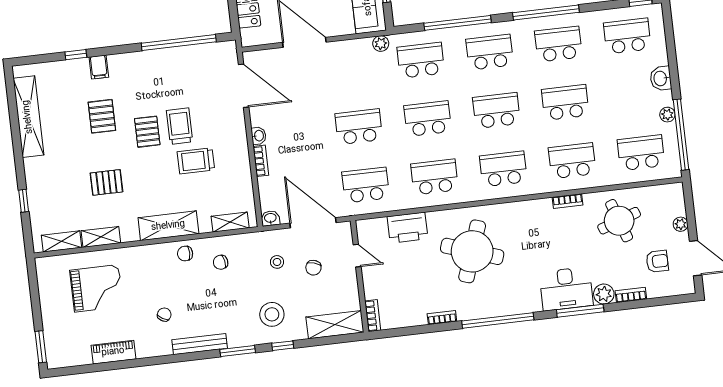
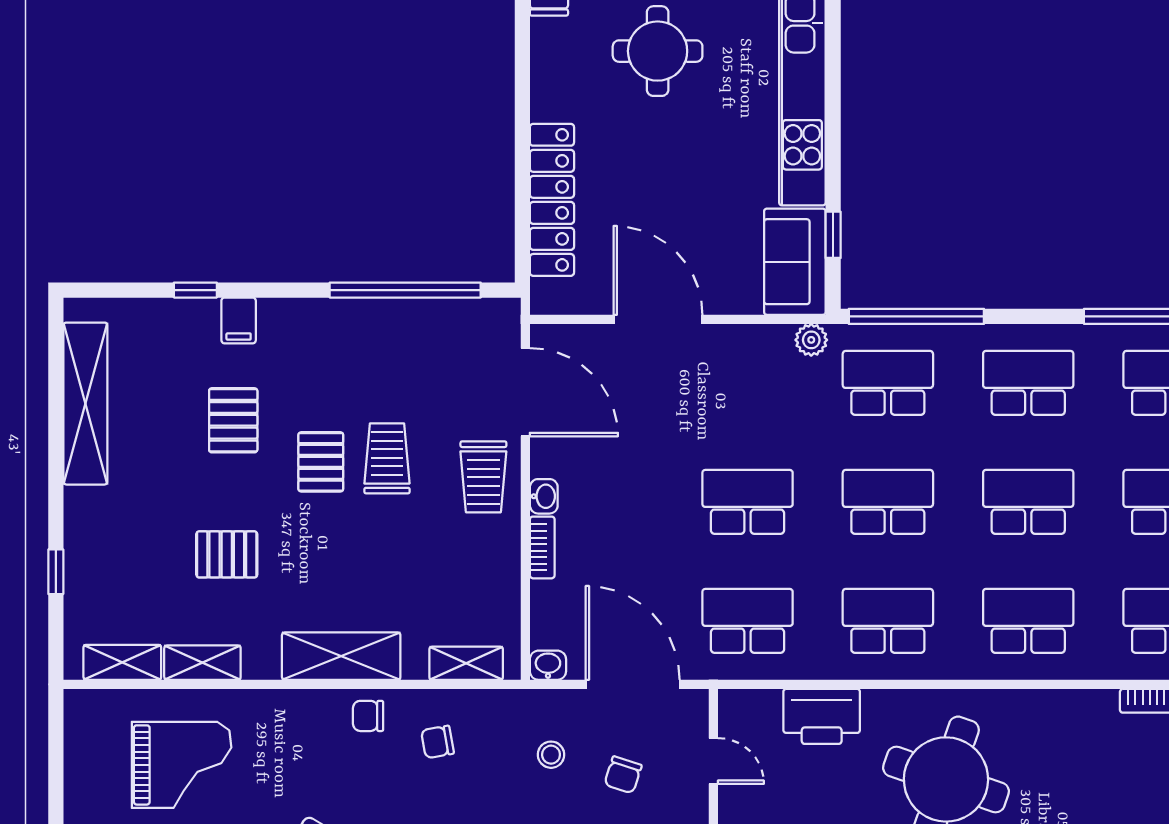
window: (458, 23) -> (916, 316), moved
trolley: (196, 161) -> (483, 477), moved, turned -90

